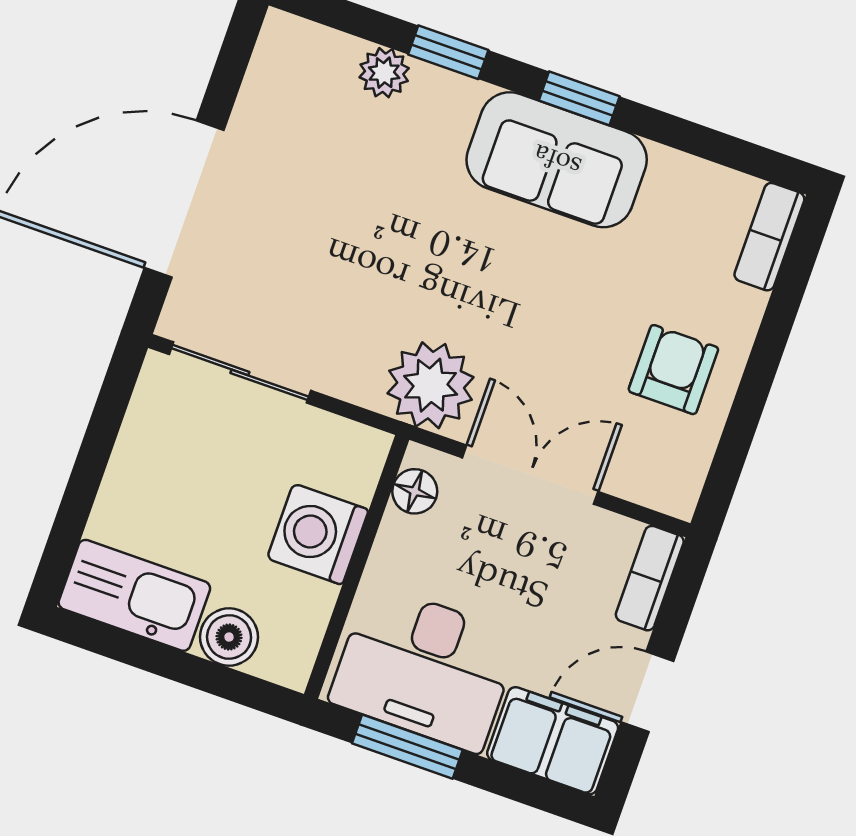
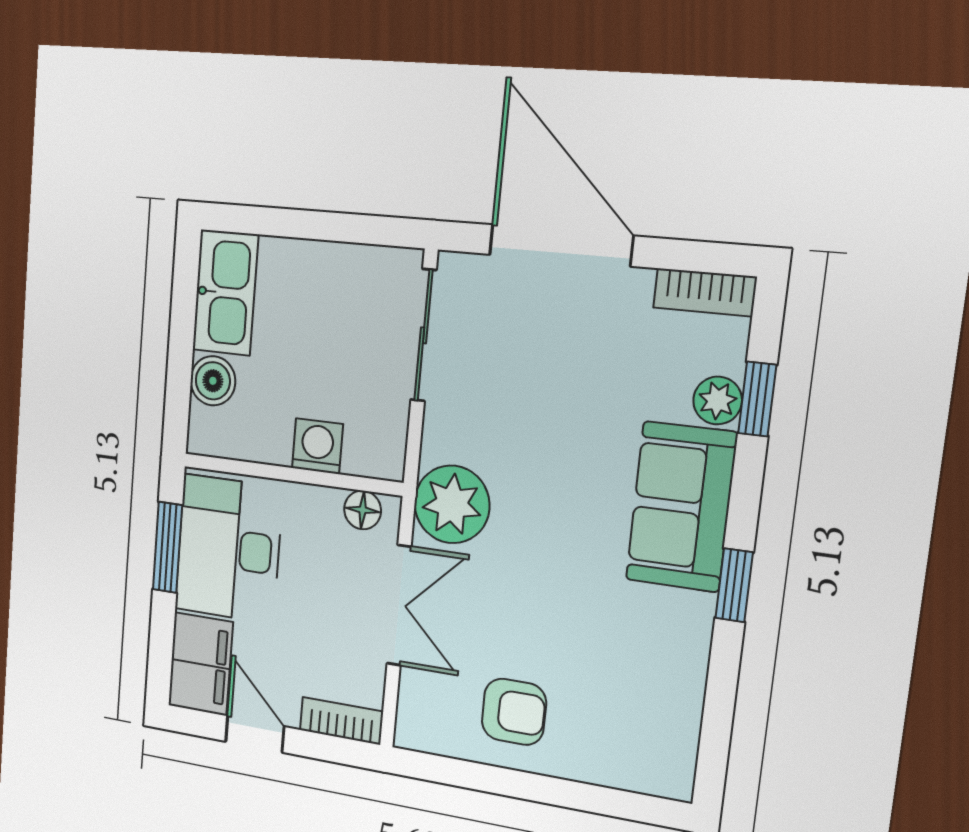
window: (448, 52) -> (757, 399), moved
sofa: (557, 160) -> (681, 507), moved
bookcase: (769, 237) -> (705, 292), moved, turned 180
washing machine: (318, 534) -> (317, 446), width x0.73, depth x0.73

